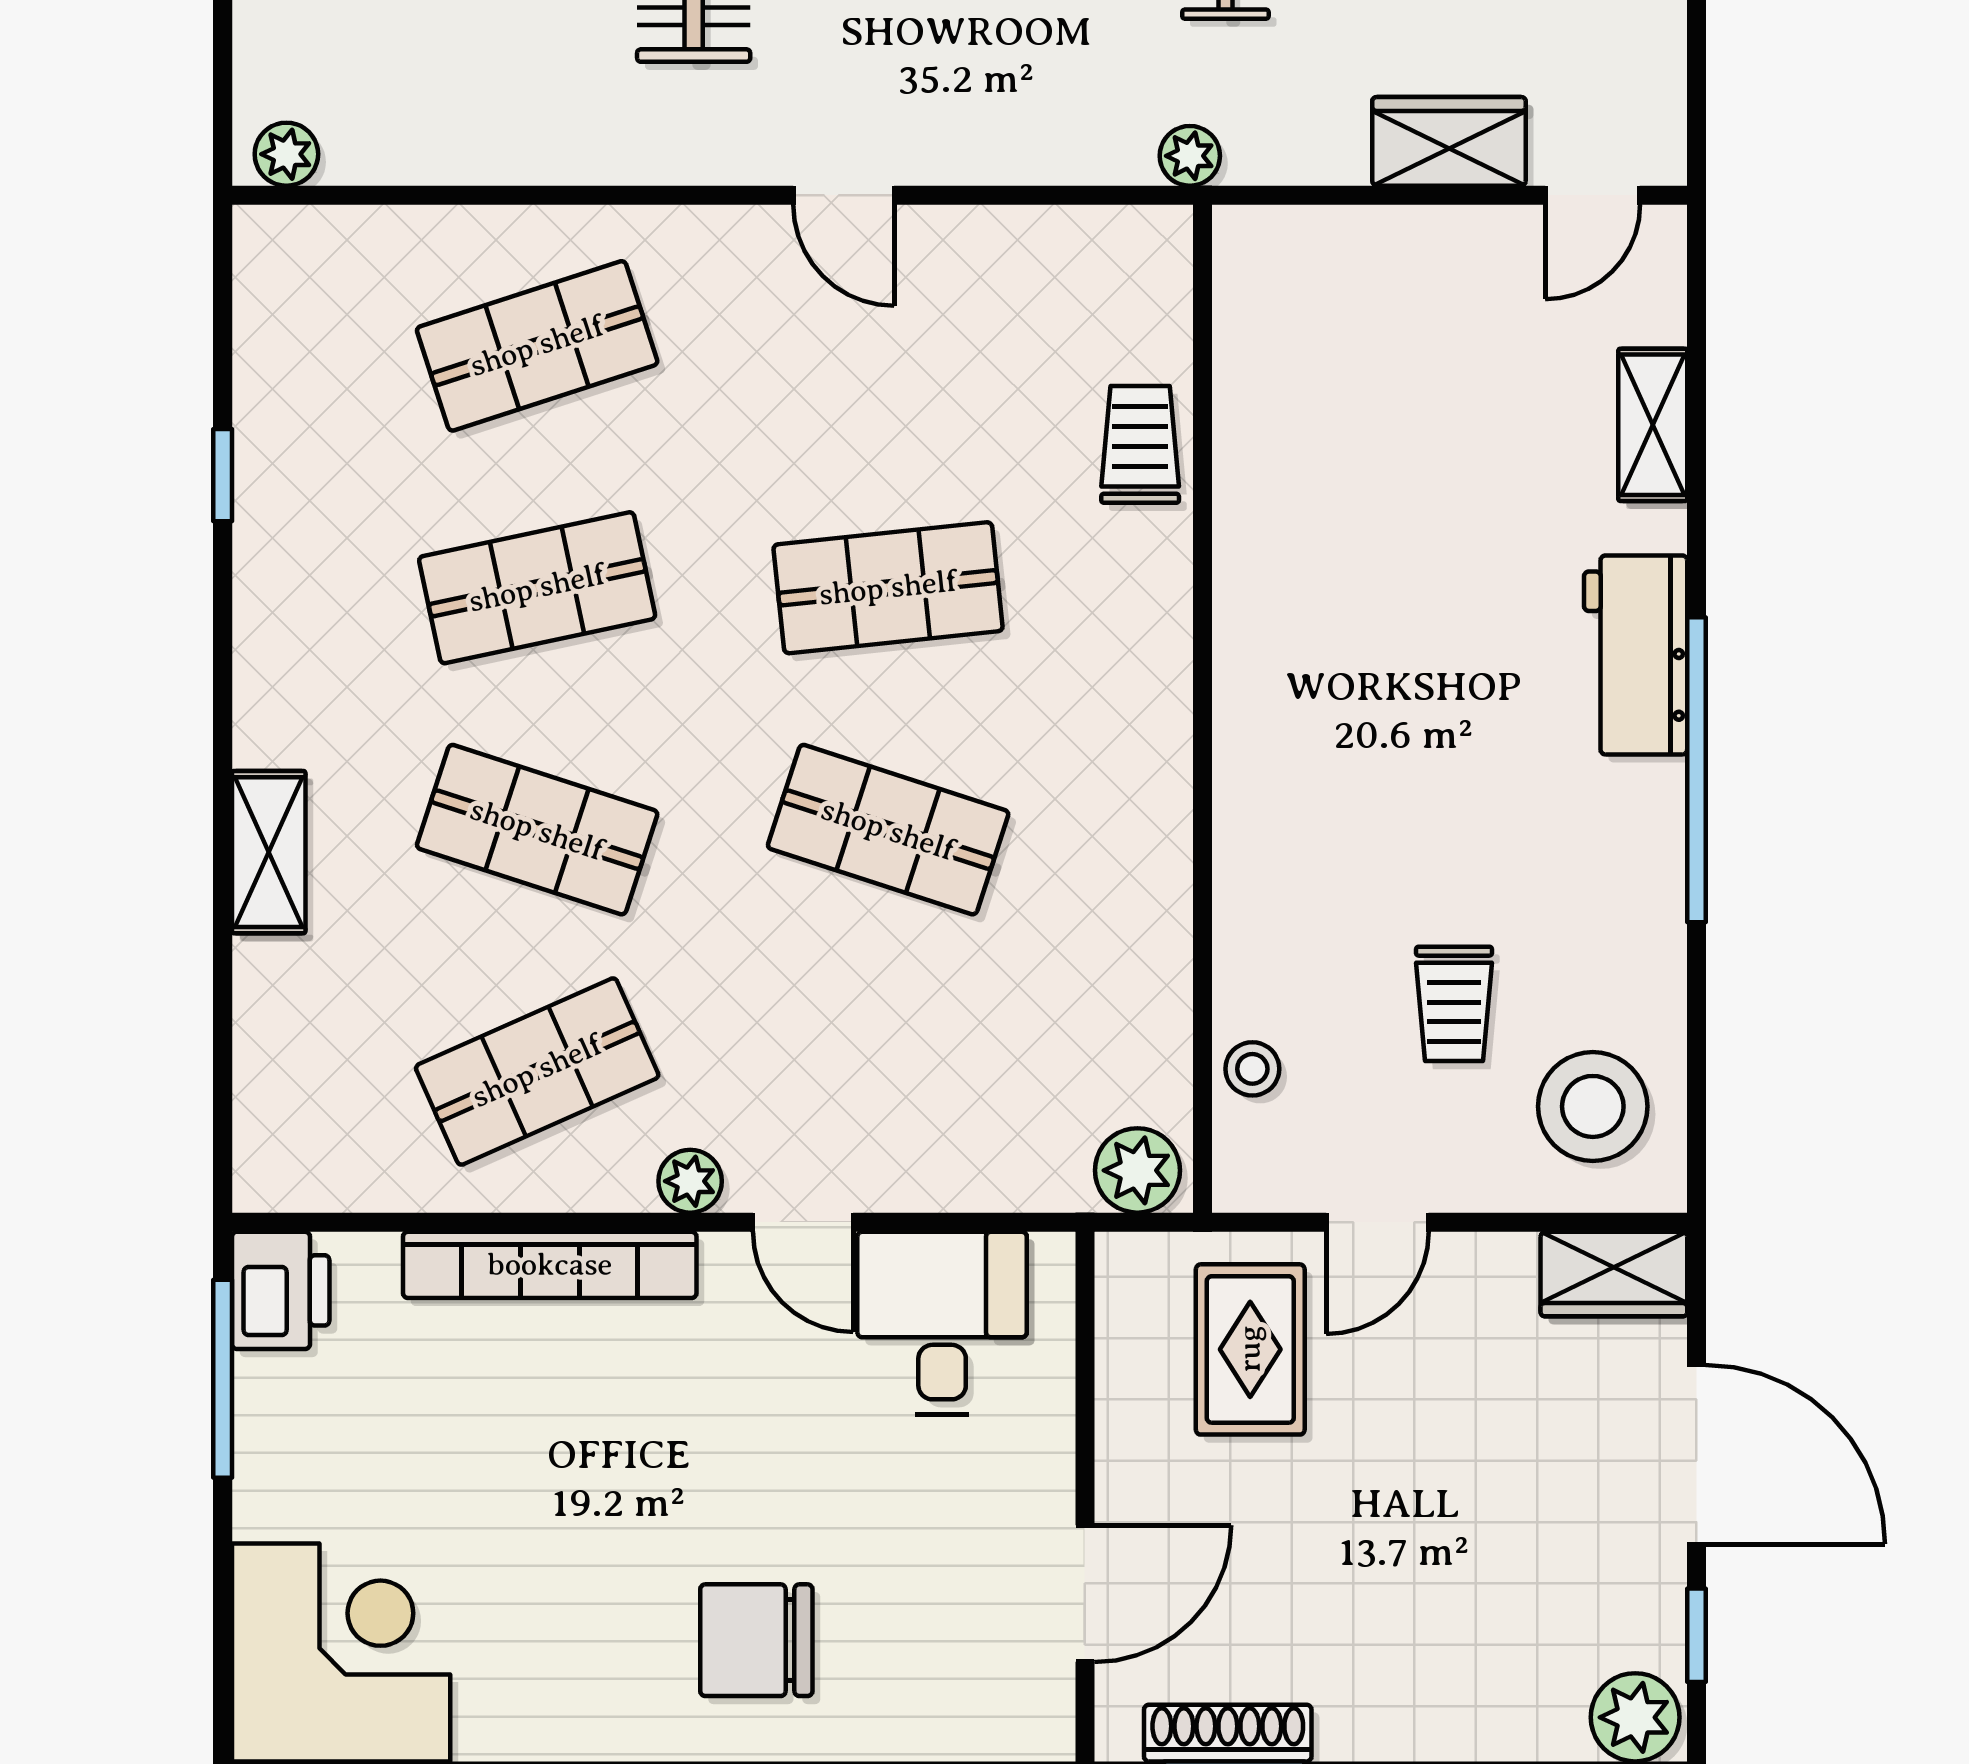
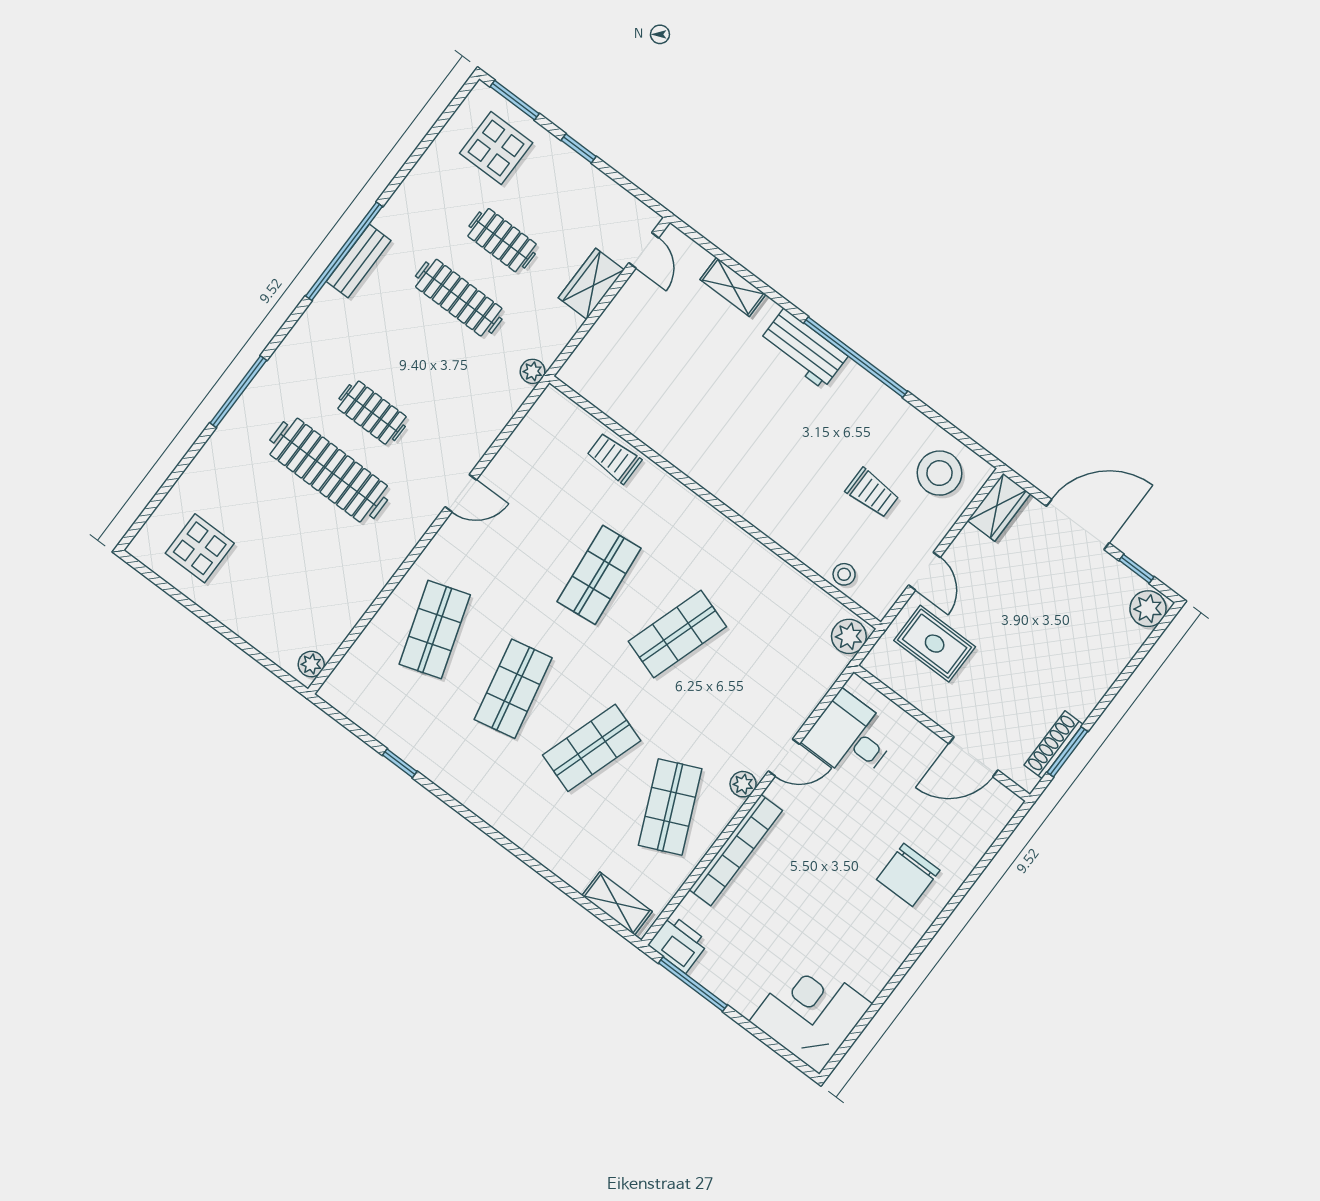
shelving: (269, 852) -> (617, 904), moved
door: (1085, 1593) -> (973, 757), swing flipped

